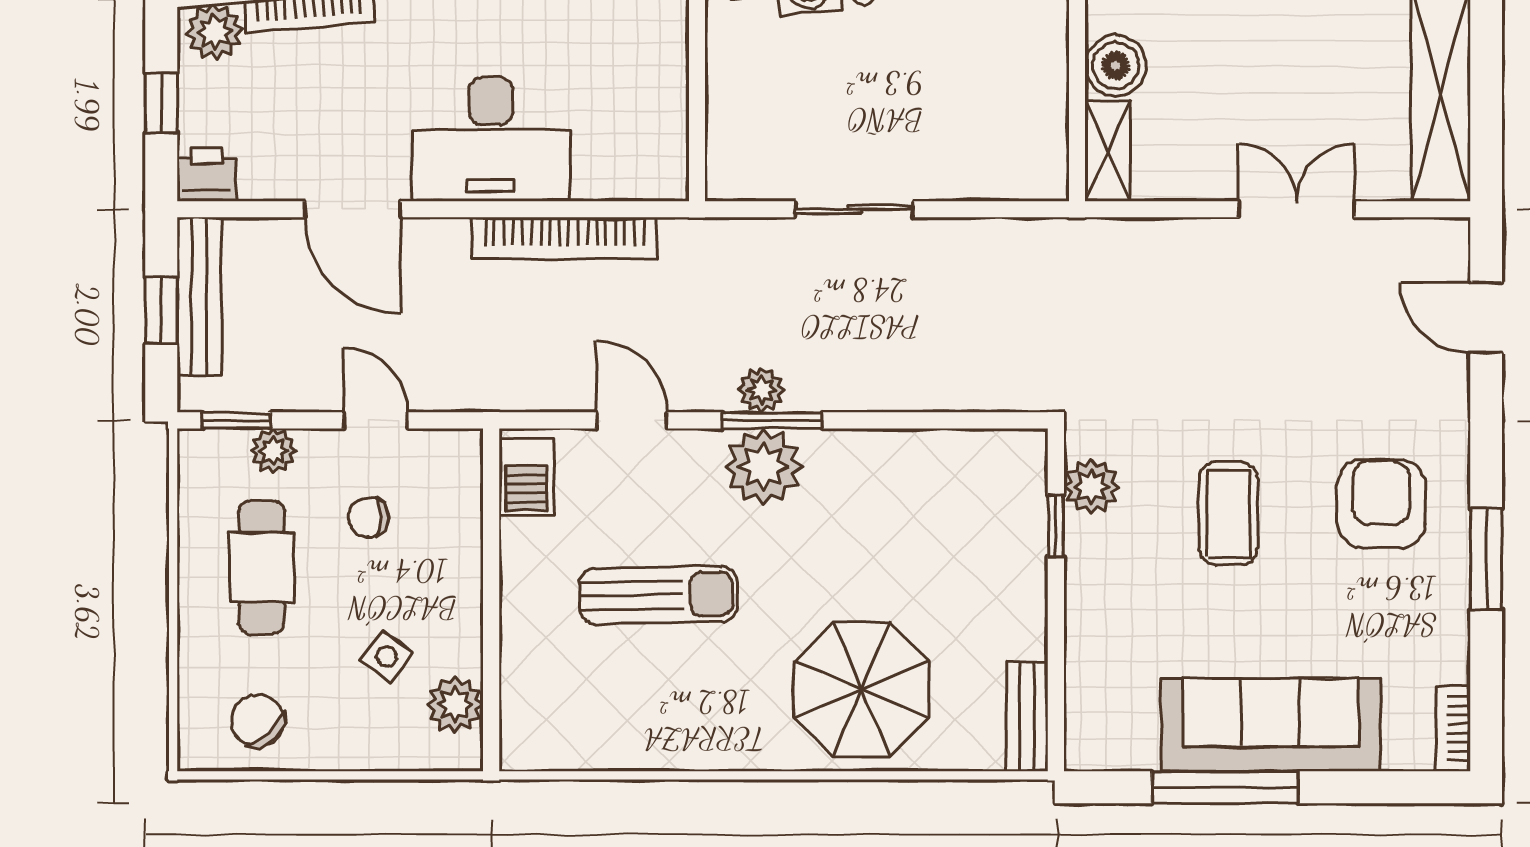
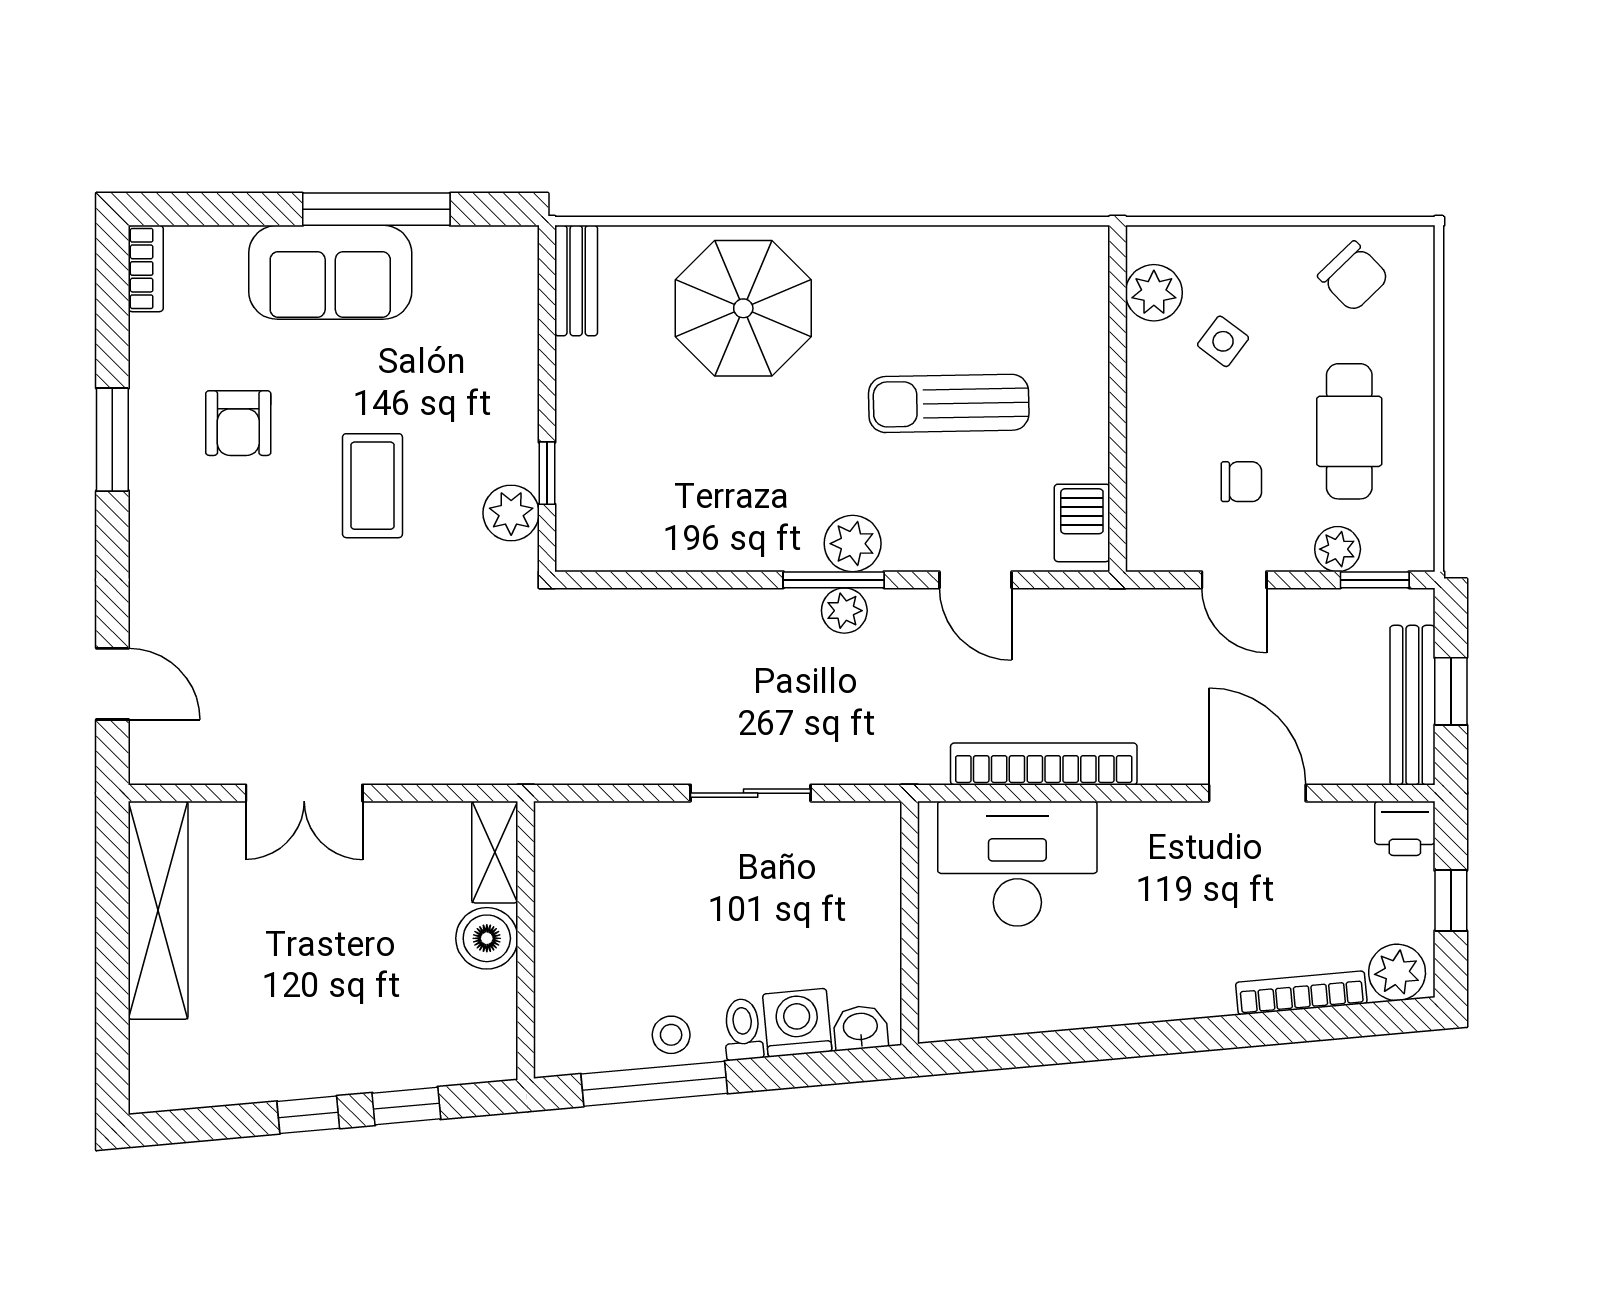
desk: (491, 139) -> (1017, 864), moved
plant: (764, 467) -> (853, 544), width x0.73, depth x0.73
armchair: (1381, 504) -> (238, 423), moved, width x0.72, depth x0.72
sofa: (1271, 725) -> (330, 272), width x0.73

